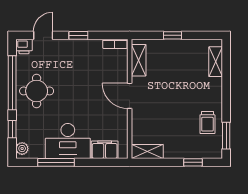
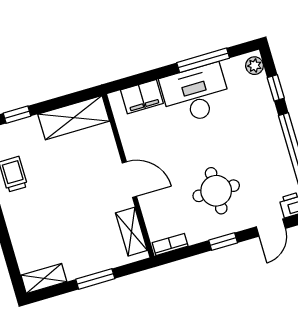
window: (173, 35) -> (95, 279), width x1.50
shelving: (216, 62) -> (44, 278), moved, turned 90
round table: (37, 91) -> (216, 191), moved
shelving: (147, 151) -> (74, 118), width x1.50, depth x1.33

